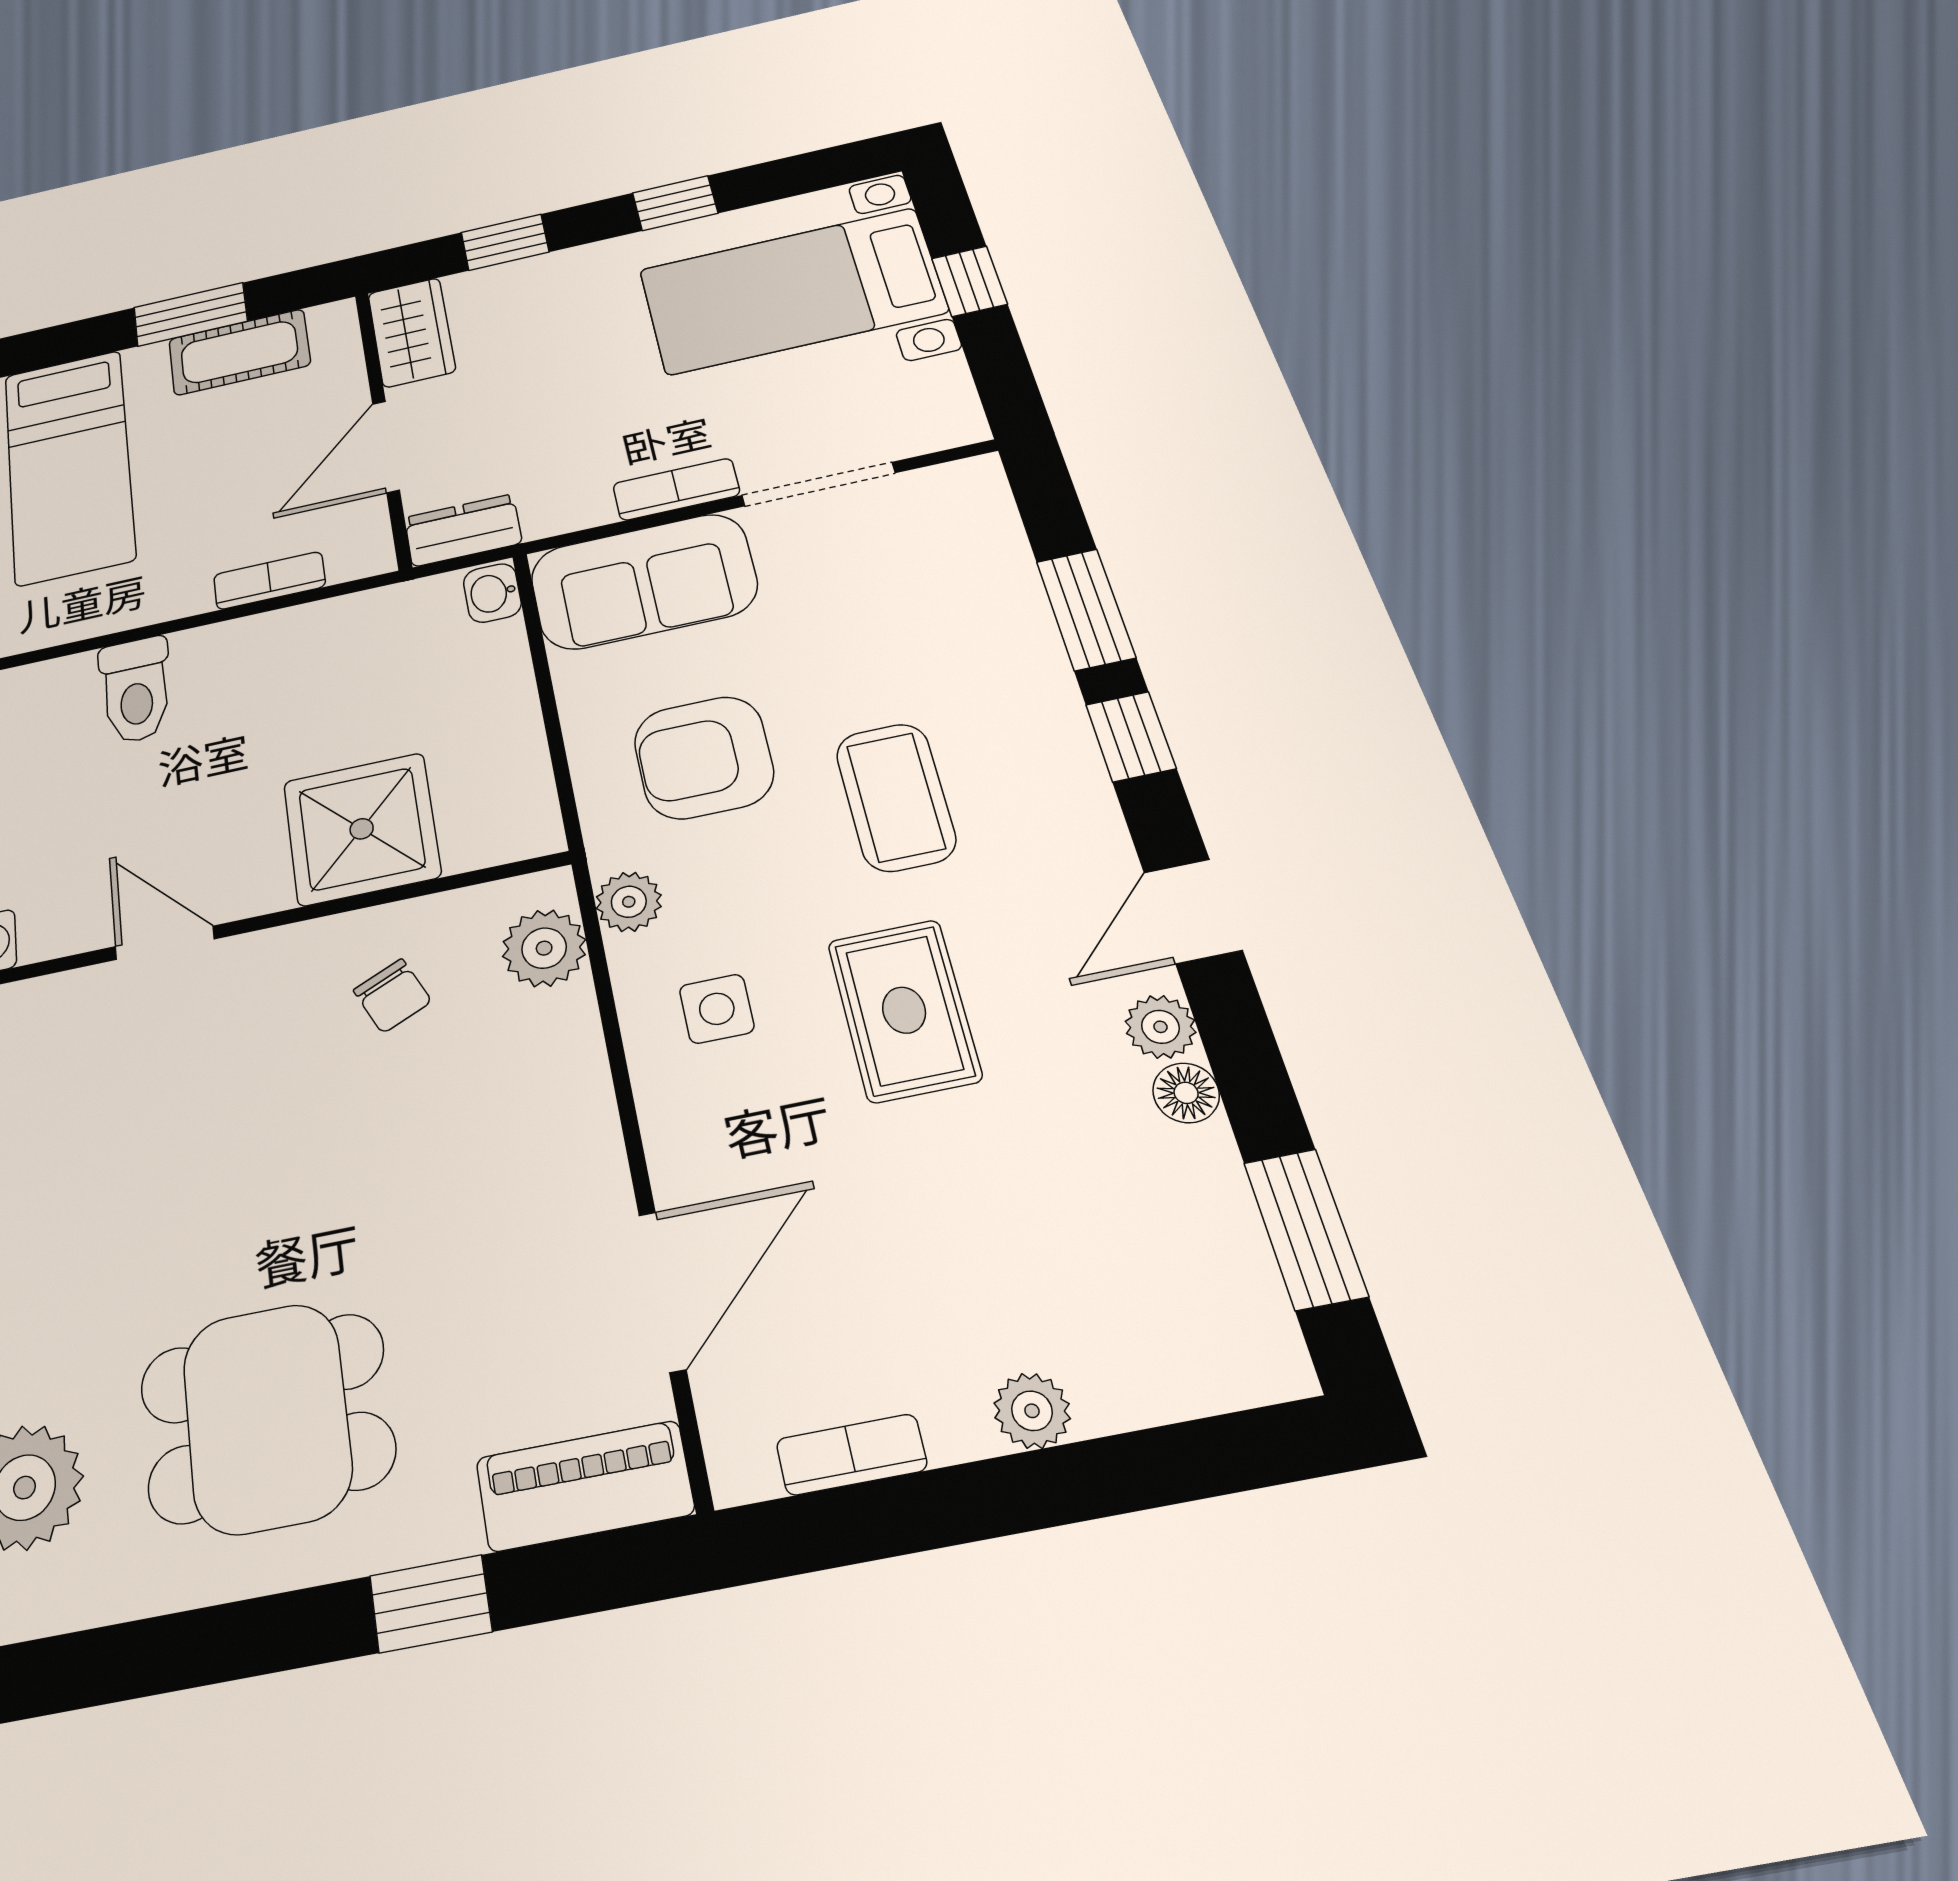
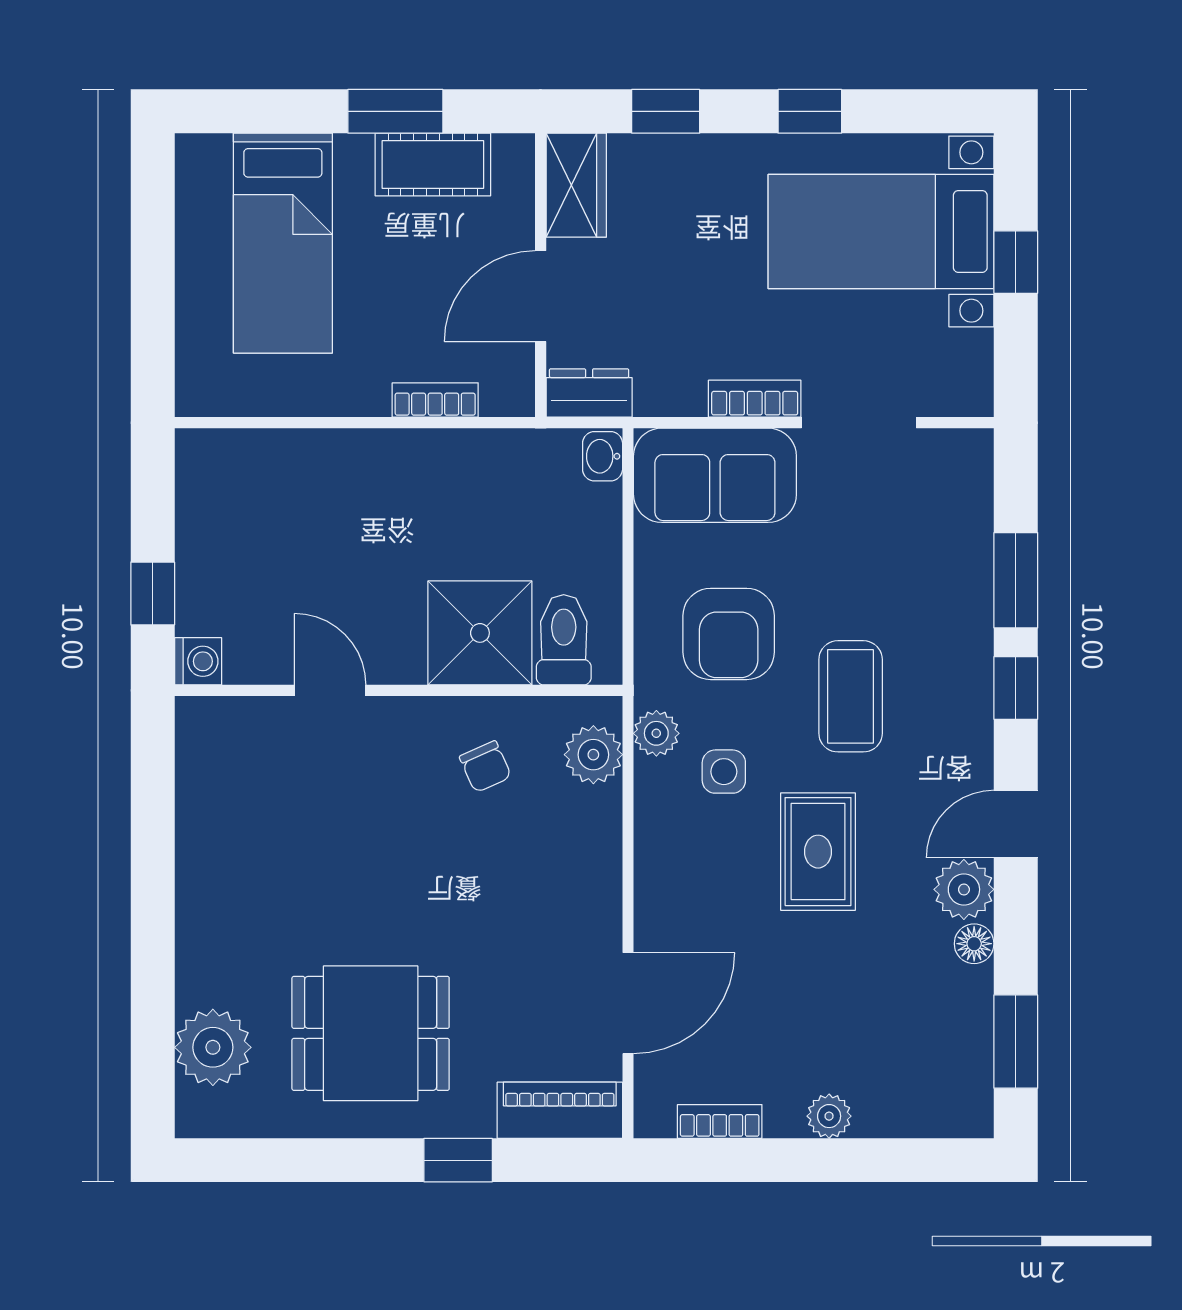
toilet: (136, 690) -> (564, 640), moved, turned 180
armchair: (704, 757) -> (729, 634), turned -90
side table: (717, 1009) -> (724, 772), moved
plant: (1160, 1027) -> (964, 889), width x1.38, depth x1.38

